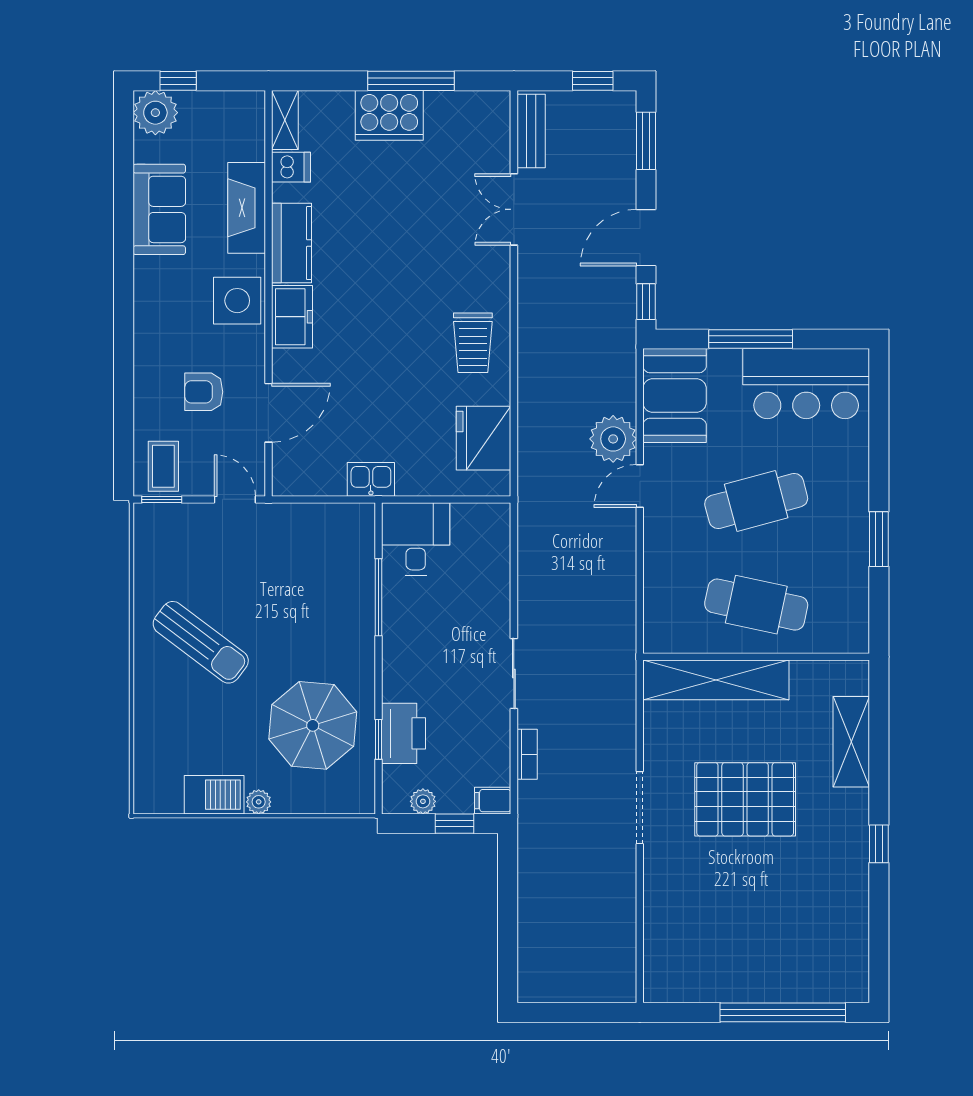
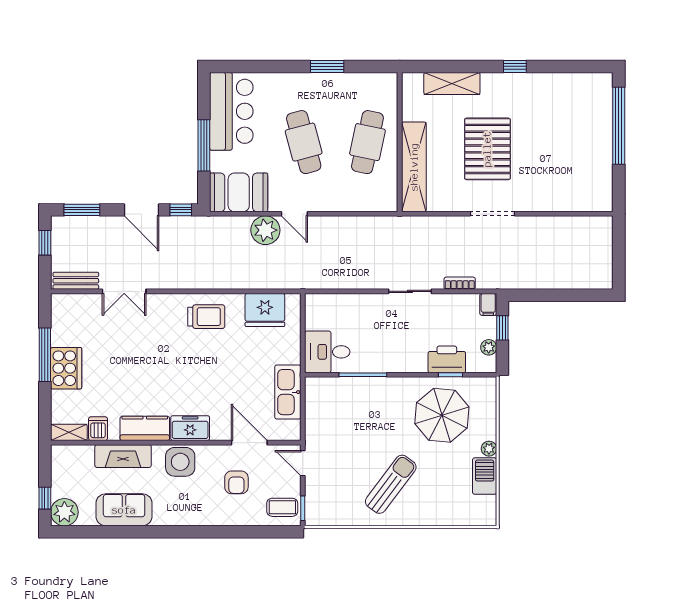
kitchen sink: (371, 479) -> (288, 392), width x1.88, depth x1.24
door: (235, 499) -> (303, 463), hinge flipped

